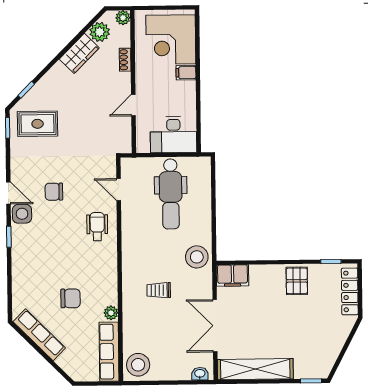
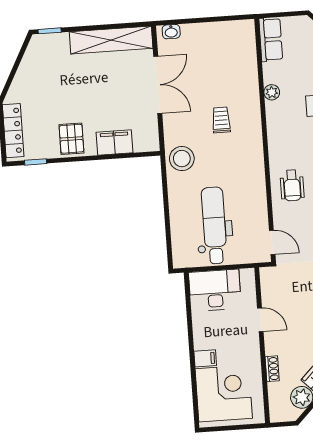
plant: (123, 18) -> (277, 414), removed
door: (133, 105) -> (260, 320), hinge flipped
door: (119, 189) -> (272, 242), moved
filing cabinet: (232, 276) -> (115, 142), moved
trolley: (159, 290) -> (221, 120), turned -90
row of seats: (109, 352) -> (271, 40), width x0.68
stool: (138, 365) -> (239, 37), removed

